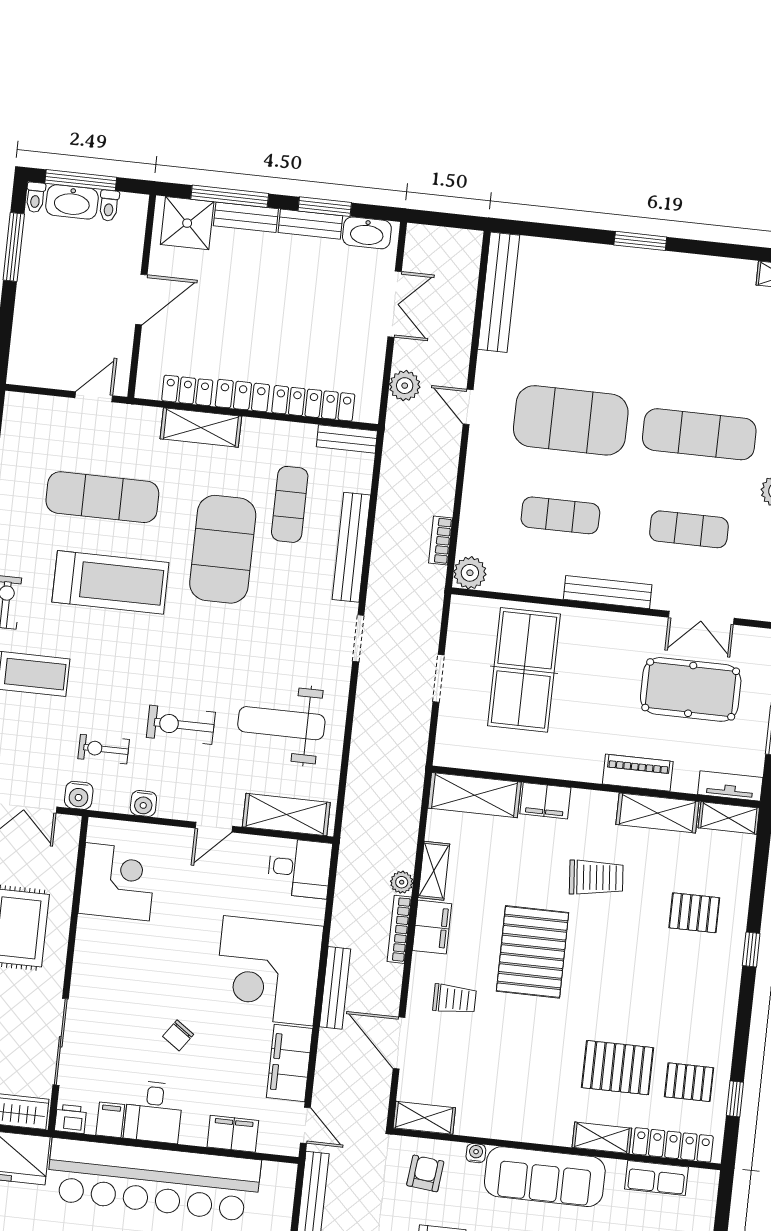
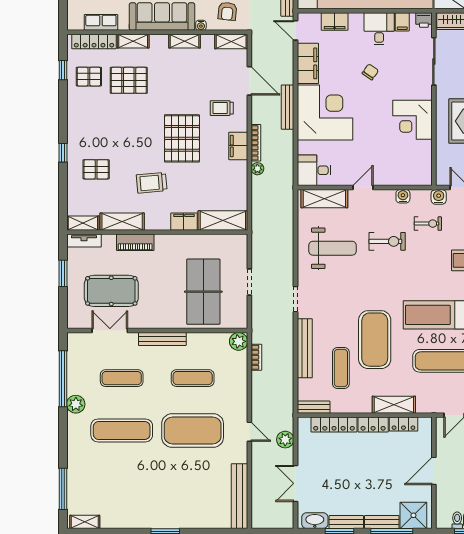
shelving: (434, 871) -> (185, 41), moved, turned 90
corner desk: (117, 882) -> (412, 120), moved

